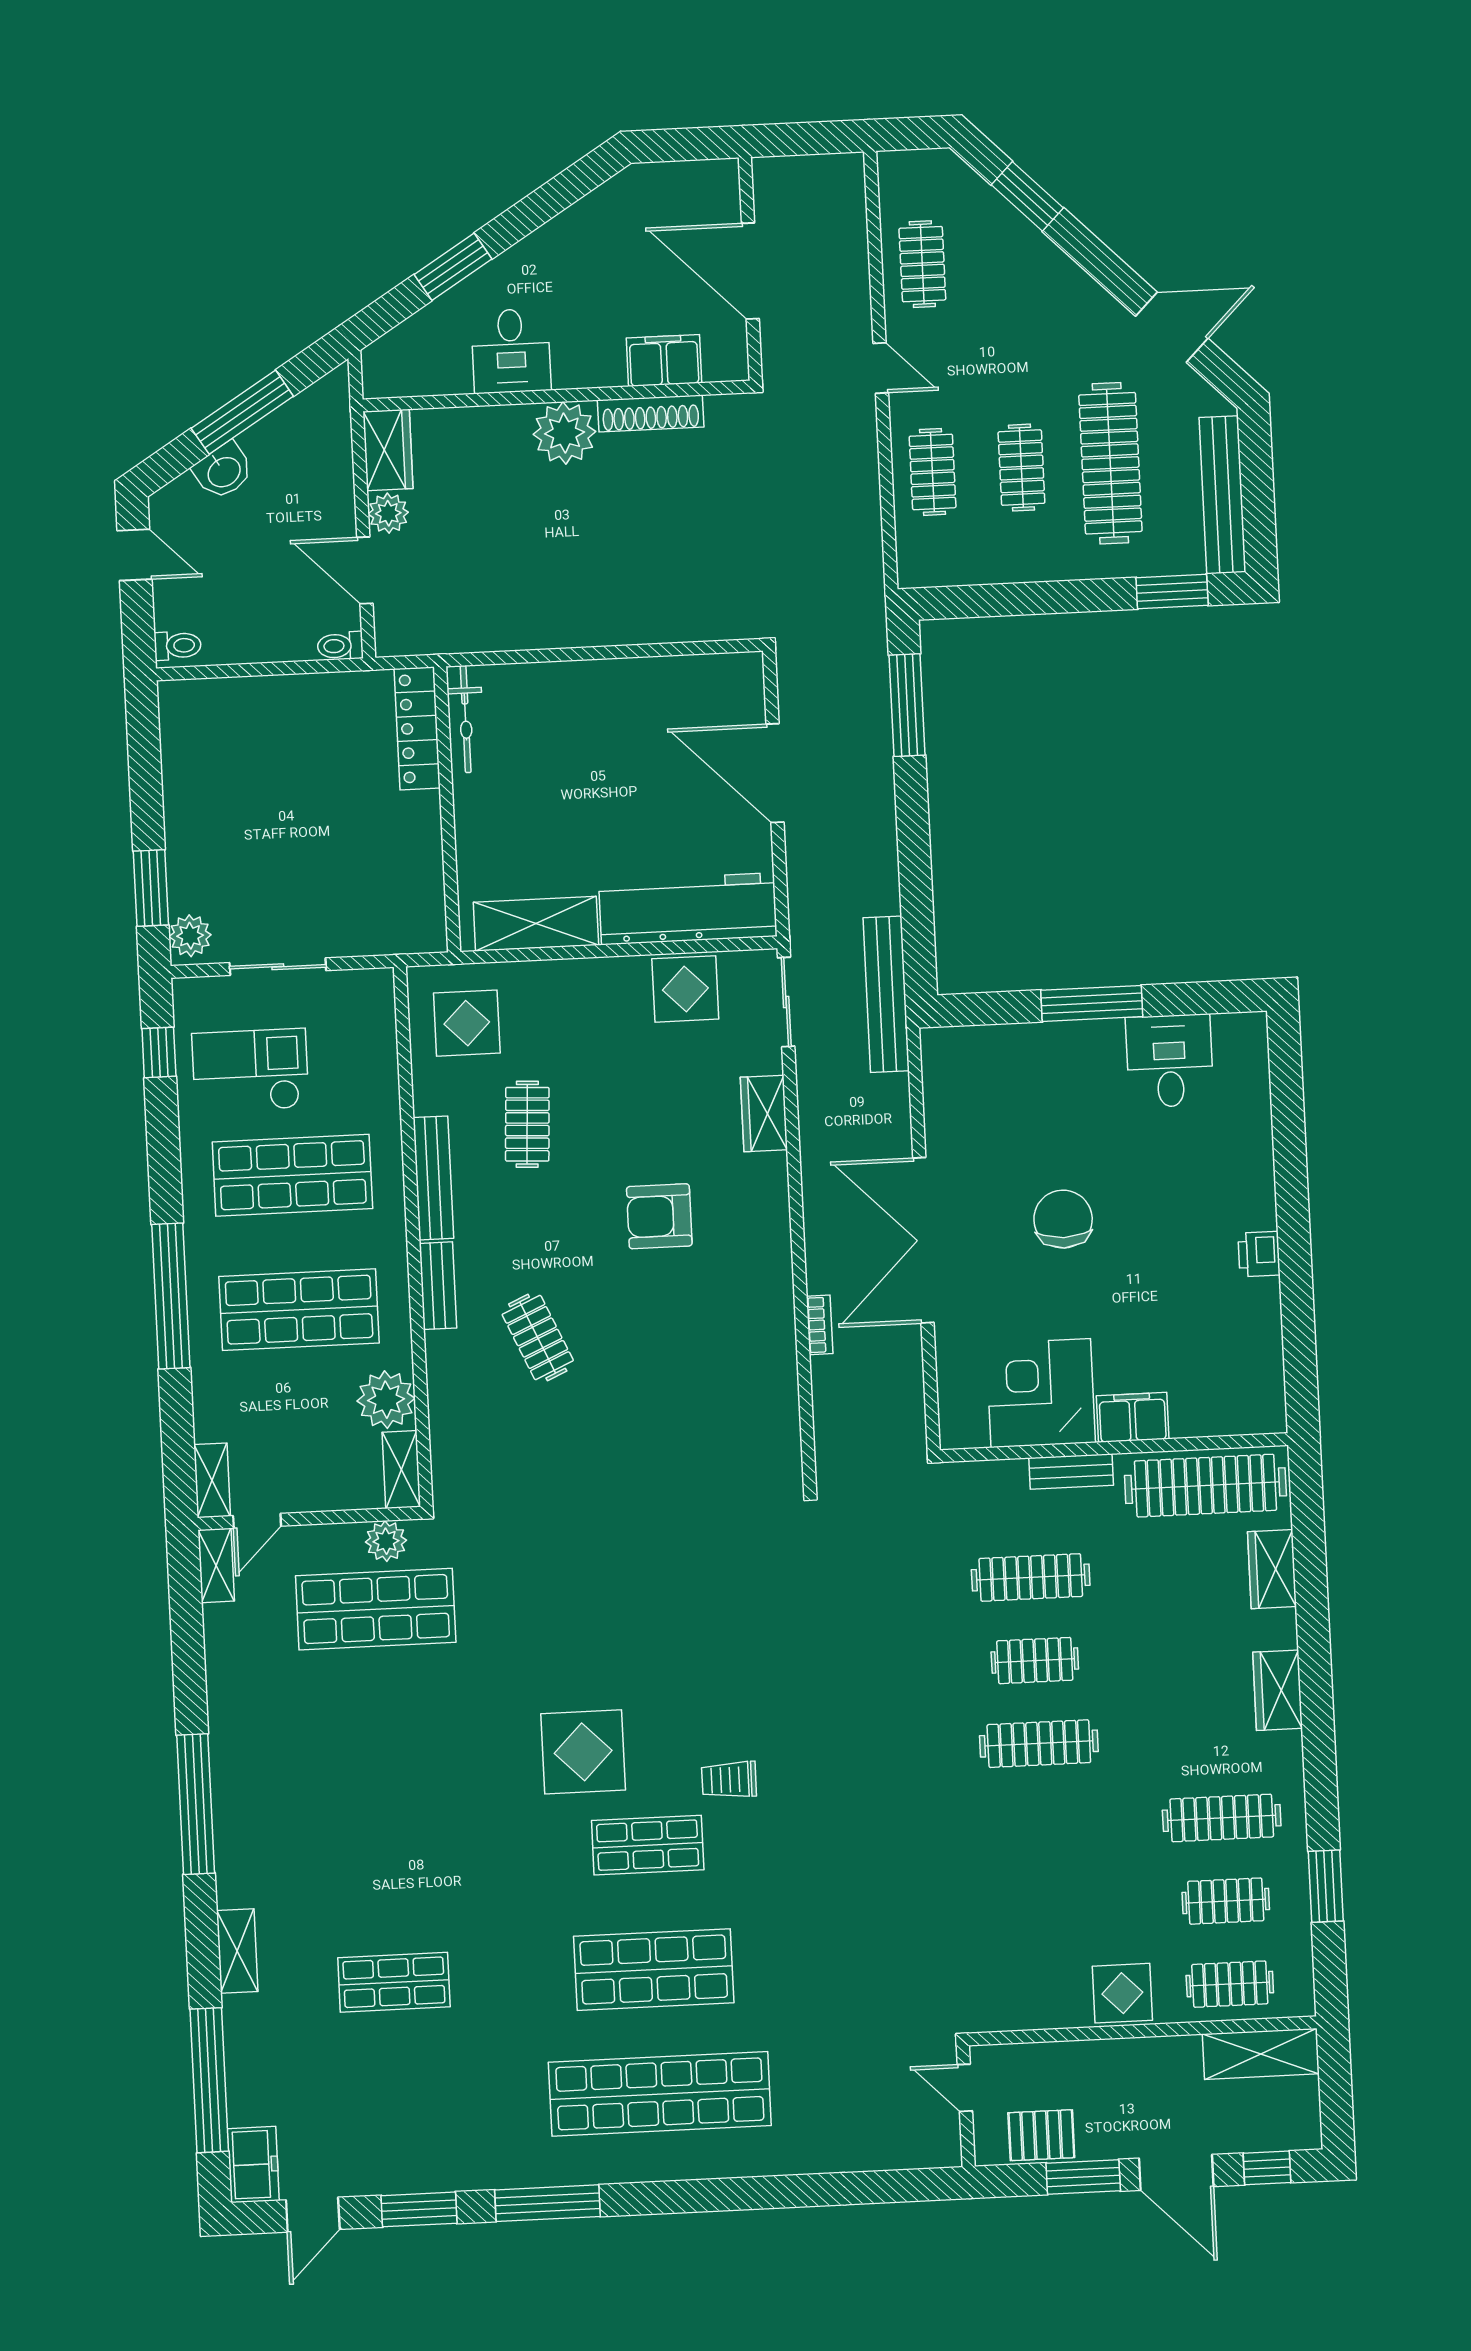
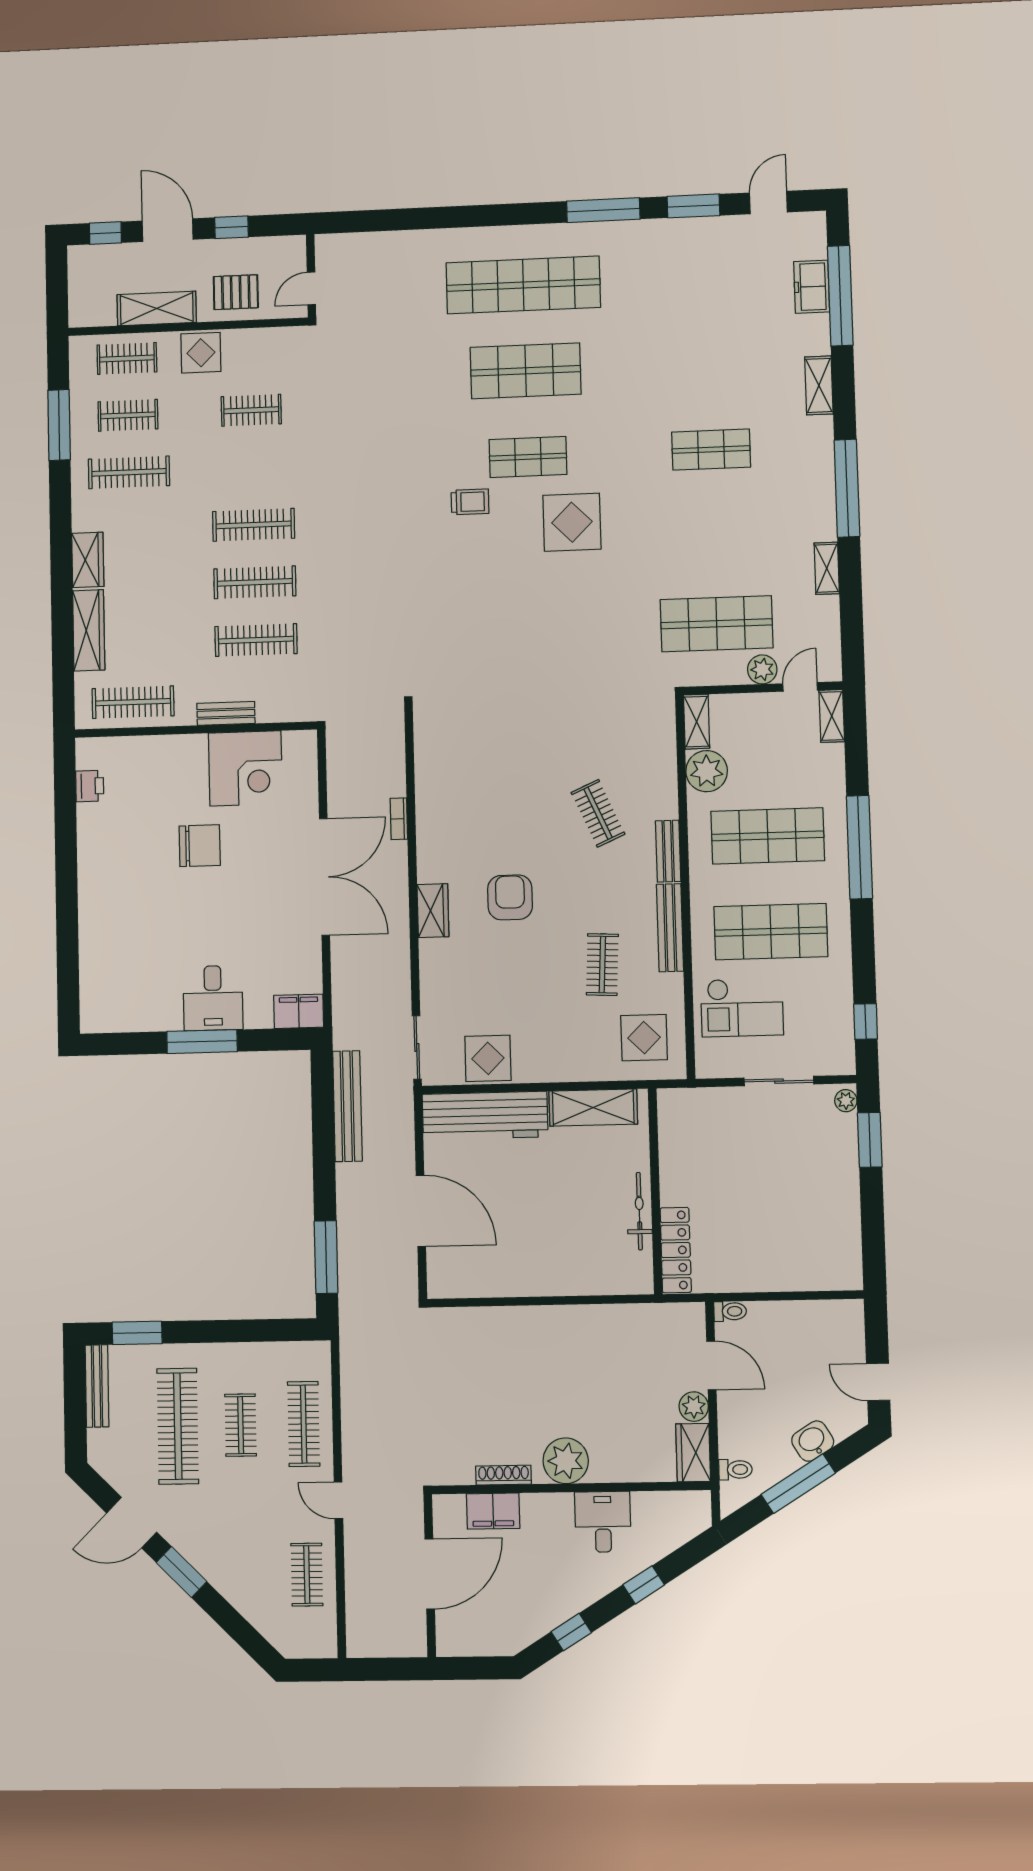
window: (1027, 196) -> (181, 1572), moved
window: (552, 199) -> (571, 1632), added
window: (453, 267) -> (644, 1585), width x0.67
door: (750, 271) -> (430, 1574), hinge flipped
shoe rack: (651, 413) -> (504, 1475), width x0.74, depth x0.81
clothes rail: (933, 472) -> (304, 1424), width x1.36
bench: (1222, 495) -> (97, 1386), width x0.73, depth x0.82
toilet: (178, 646) -> (735, 1470), moved, turned 180
bicycle: (466, 719) -> (639, 1211), moved
plant: (190, 936) -> (846, 1101), width x0.73, depth x0.73
bench: (886, 994) -> (347, 1106), moved
desk: (1170, 1061) -> (213, 998), moved
checkout: (250, 1070) -> (742, 1007), moved
wardrobe: (764, 1113) -> (433, 911), moved
armchair: (659, 1216) -> (510, 897), turned -90
chair: (1063, 1219) -> (200, 846), moved, turned -90
printer: (1259, 1254) -> (90, 786), moved
filing cabinet: (1133, 1417) -> (299, 1011), moved, turned 180
clothes rail: (1205, 1486) -> (133, 702), width x0.73, depth x0.76
plant: (386, 1541) -> (762, 669), moved
shelving: (216, 1565) -> (827, 568), moved
wardrobe: (1272, 1569) -> (89, 630), width x1.50
clothes rail: (1035, 1661) -> (255, 582), width x1.36
window: (1326, 1886) -> (59, 425), width x1.44
clothes rail: (1047, 1910) -> (251, 410), added
shop shelf: (394, 1982) -> (711, 450), moved
shelving: (1261, 2054) -> (157, 309), moved
door: (965, 2088) -> (311, 288), swing flipped
pallet: (1041, 2135) -> (236, 292), moved
freezer: (253, 2165) -> (812, 287), moved
window: (1083, 2177) -> (231, 227), width x0.67

